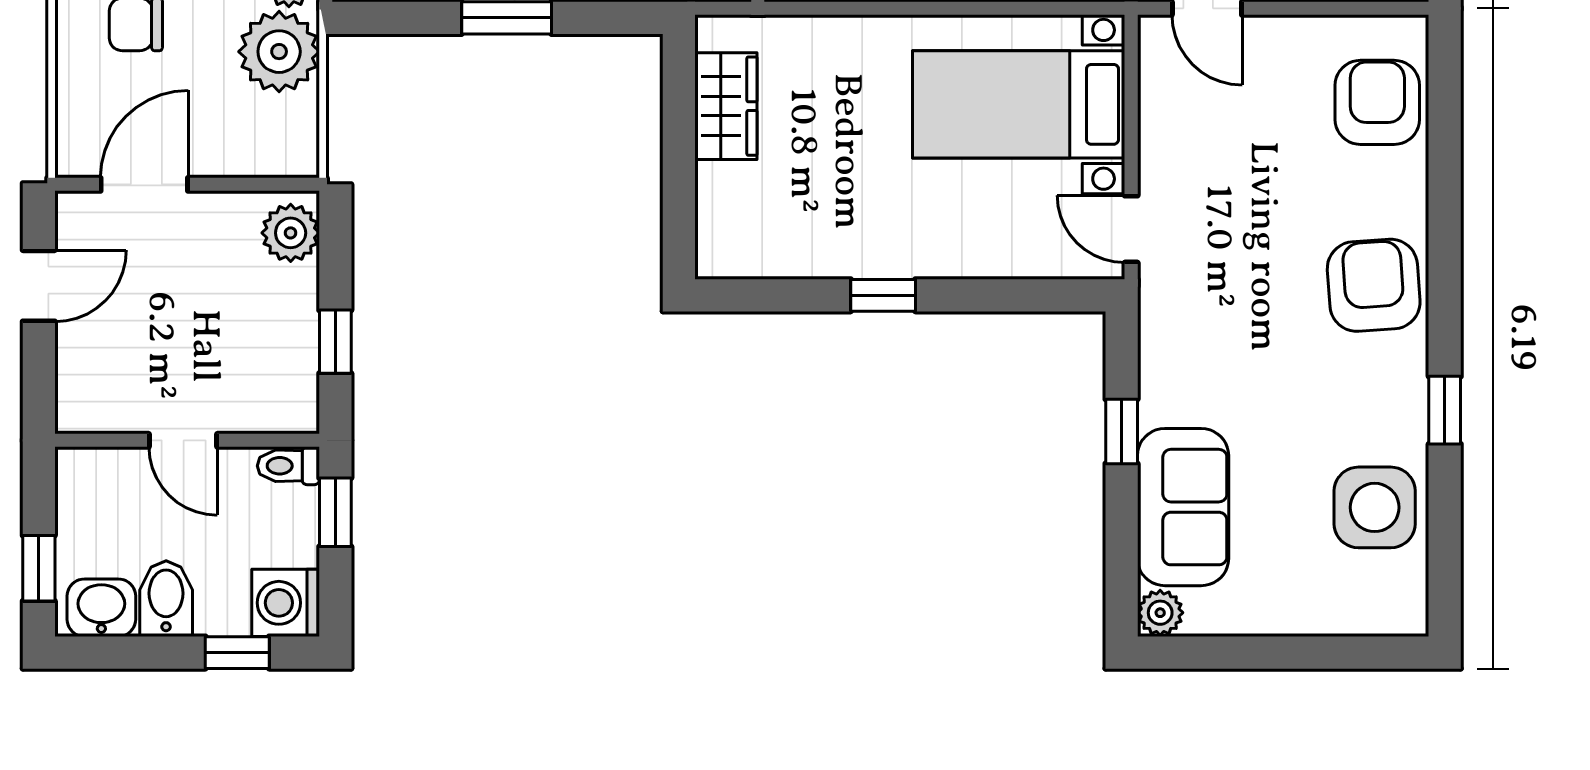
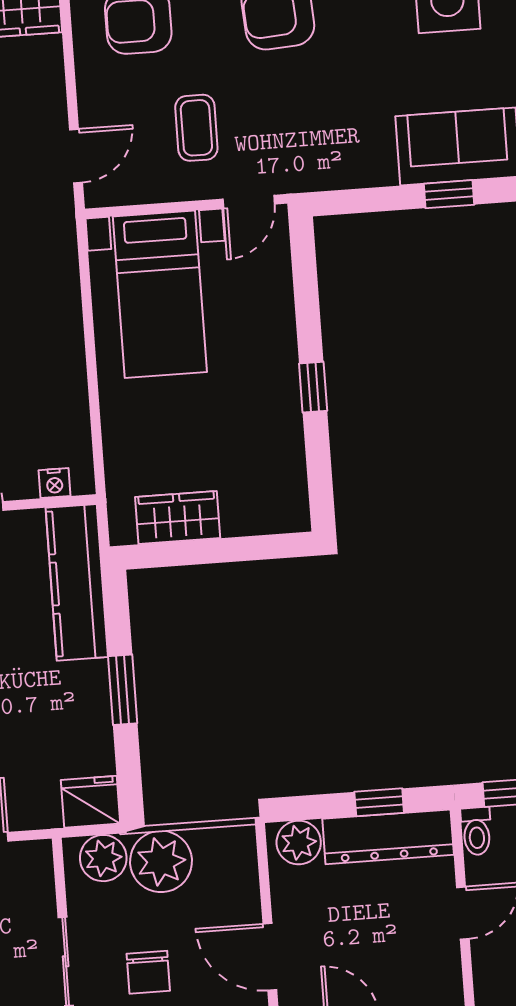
coffee table: (1232, 168) -> (196, 128), added
dresser: (289, 350) -> (388, 837), added
window: (1122, 431) -> (449, 194), moved

